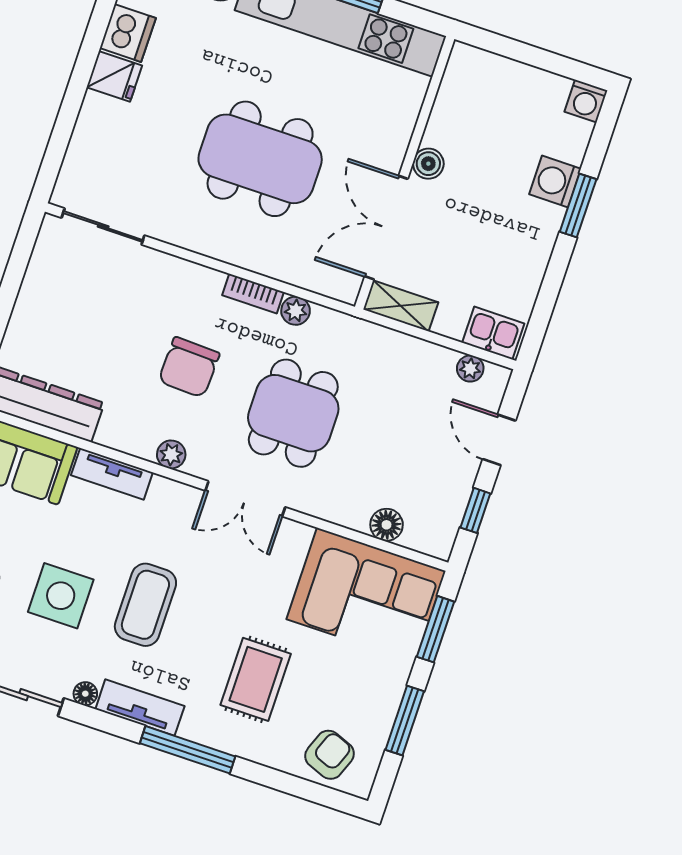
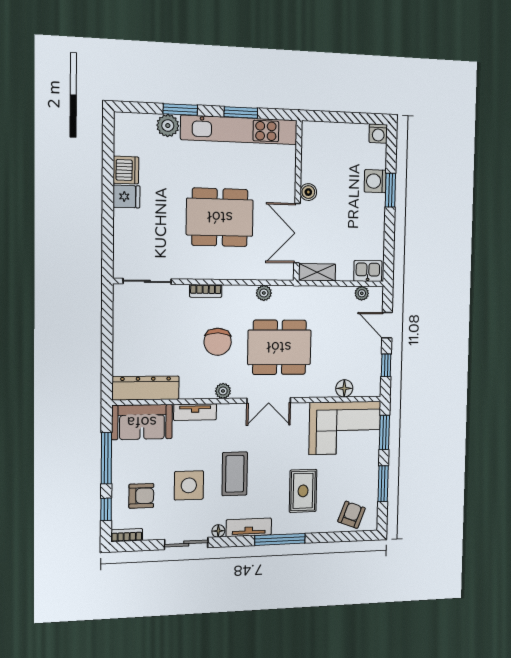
bookcase: (253, 294) -> (206, 291), moved
dining table: (293, 413) -> (279, 347), width x1.38

